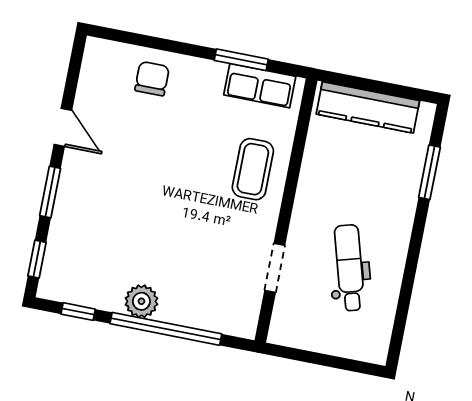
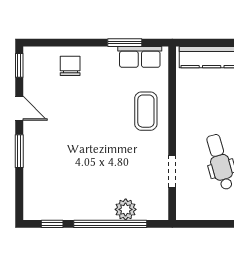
window: (37, 259) -> (19, 65), moved
plant: (141, 301) -> (126, 209), moved

